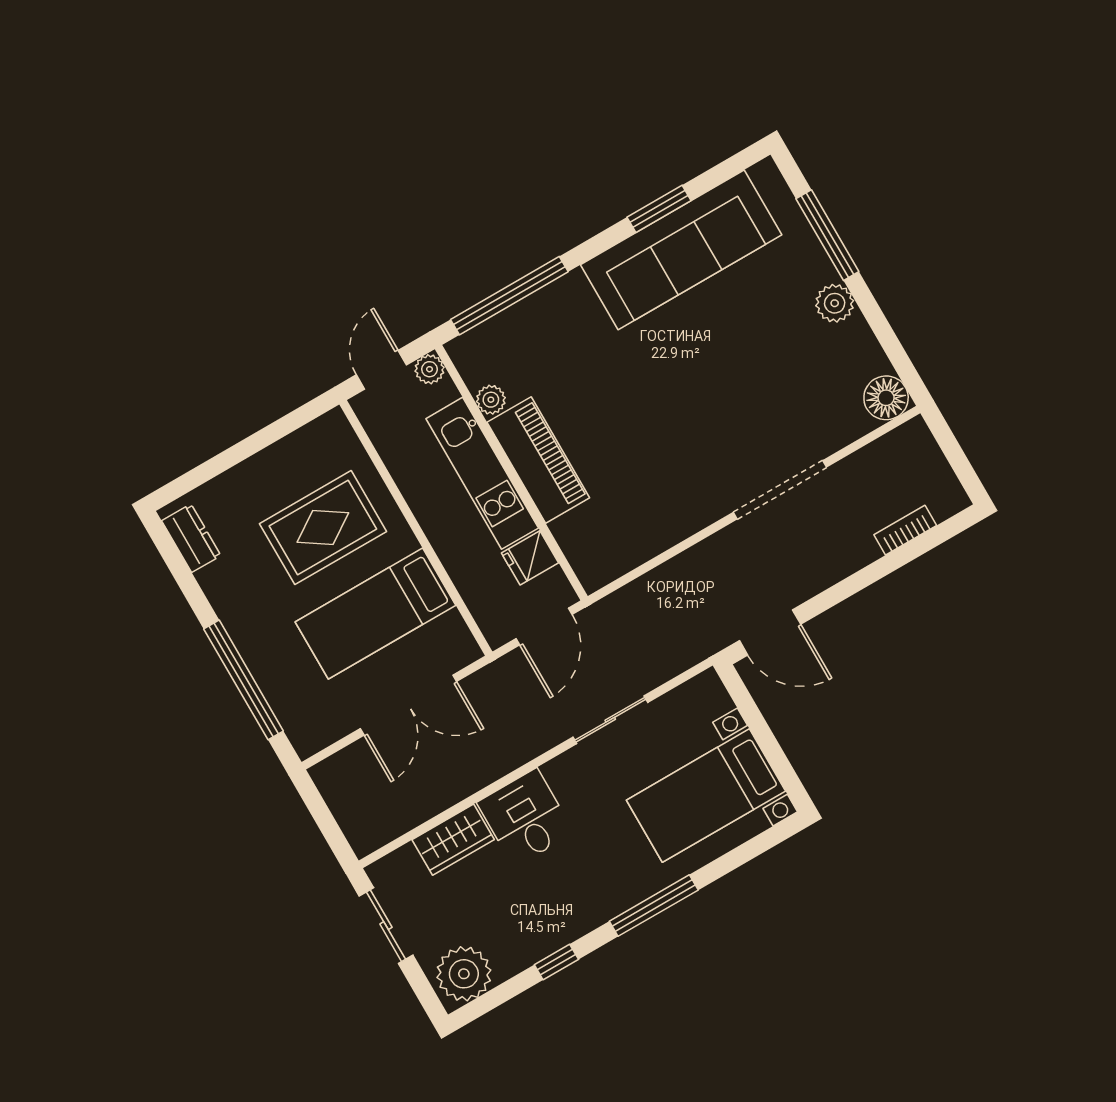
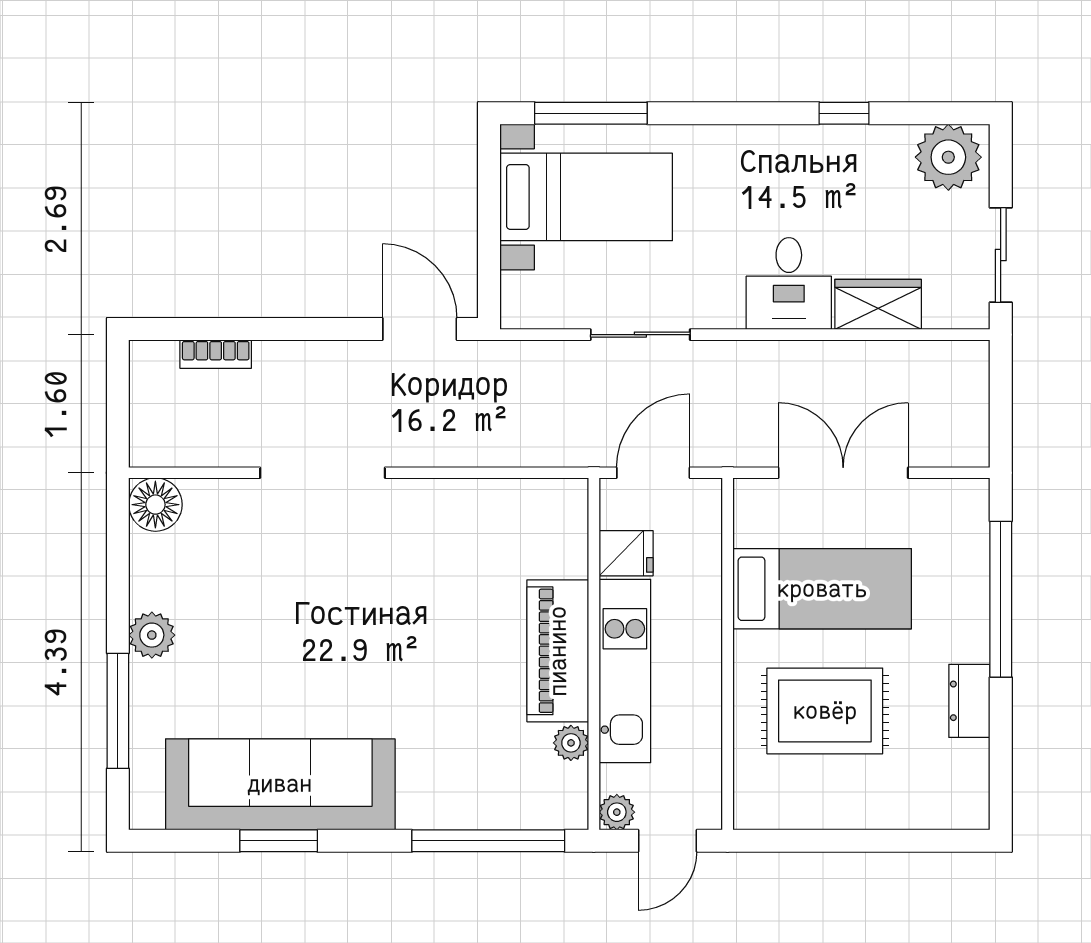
dresser: (191, 538) -> (969, 701), moved
window: (654, 906) -> (591, 113), moved

